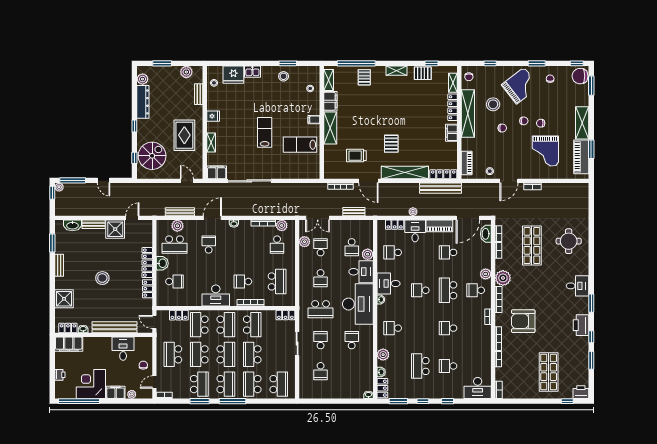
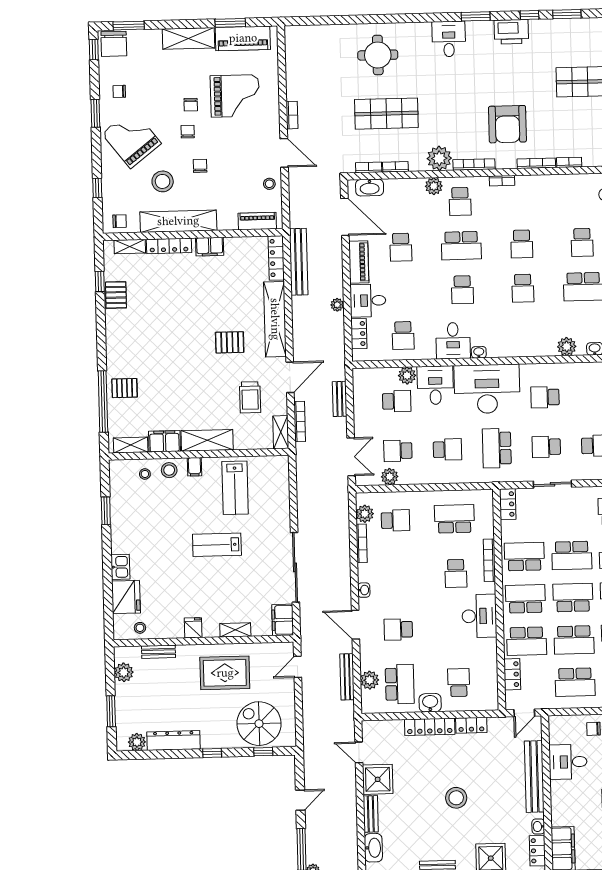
shelving: (396, 71) -> (281, 432), moved
stool: (284, 76) -> (169, 470), moved
school desk: (321, 309) -> (497, 448), turned 180
school desk: (393, 328) -> (523, 288), moved

